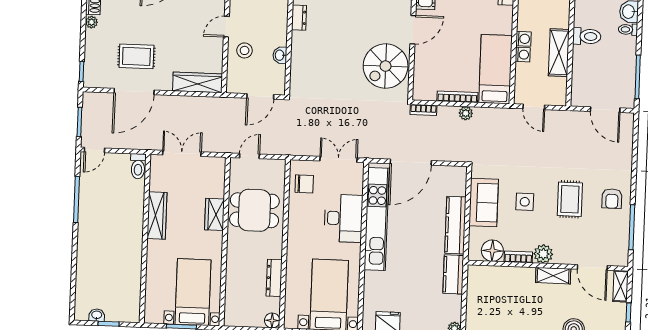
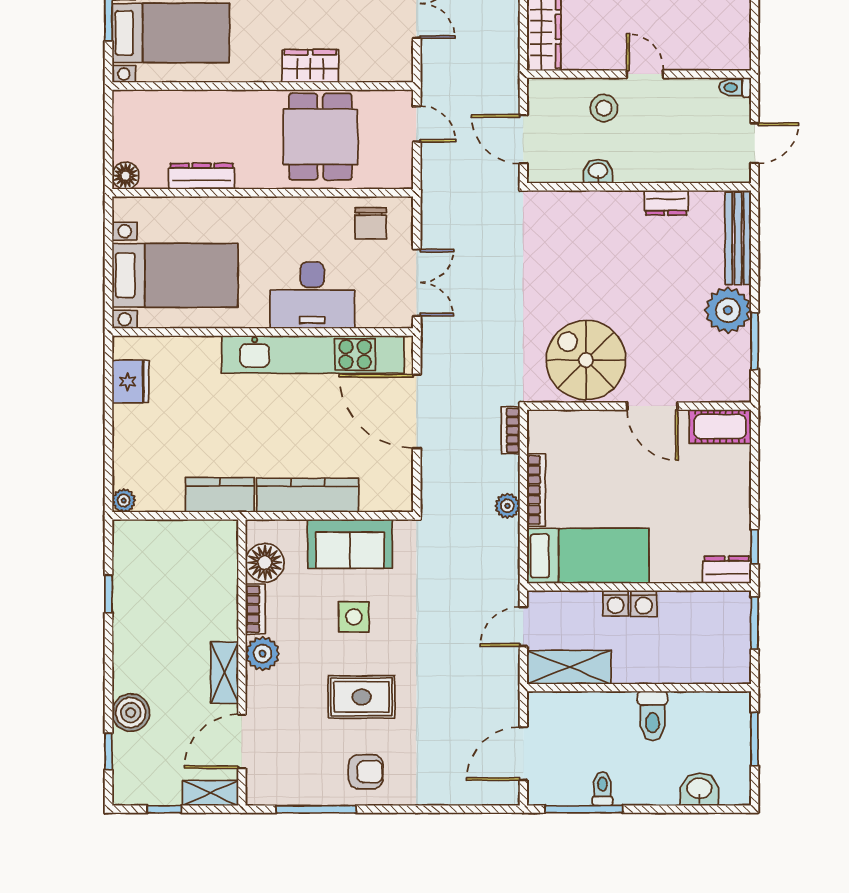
toilet: (628, 30) -> (602, 789), moved
shelving: (559, 53) -> (569, 667), moved
armchair: (612, 199) -> (366, 772), turned 180

